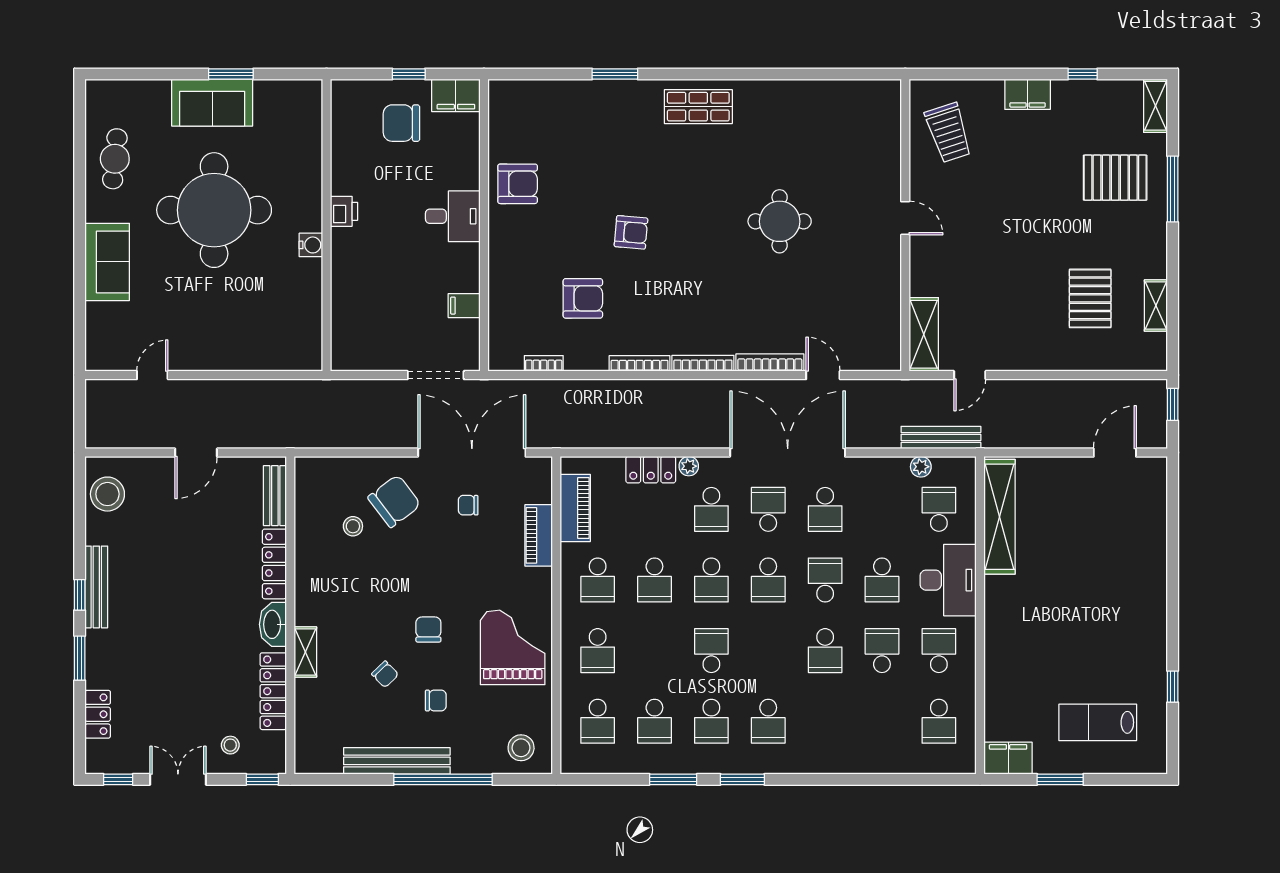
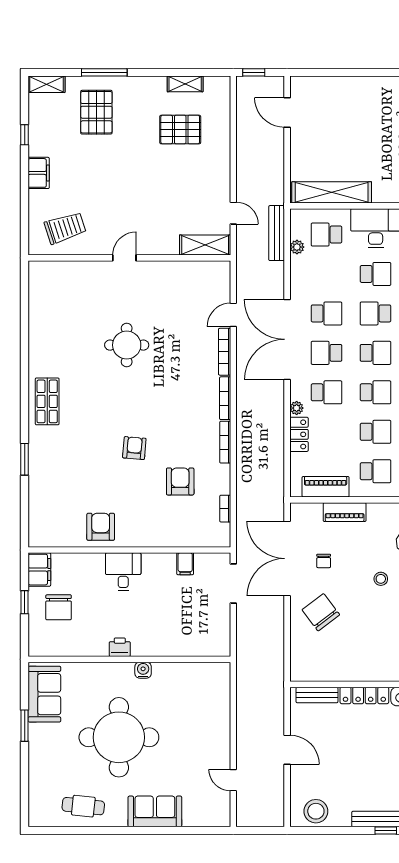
sofa: (212, 103) -> (44, 694), moved
stool: (353, 526) -> (381, 579), moved

